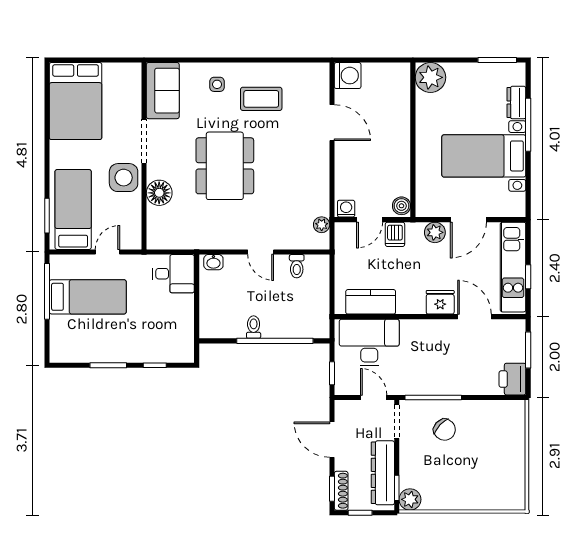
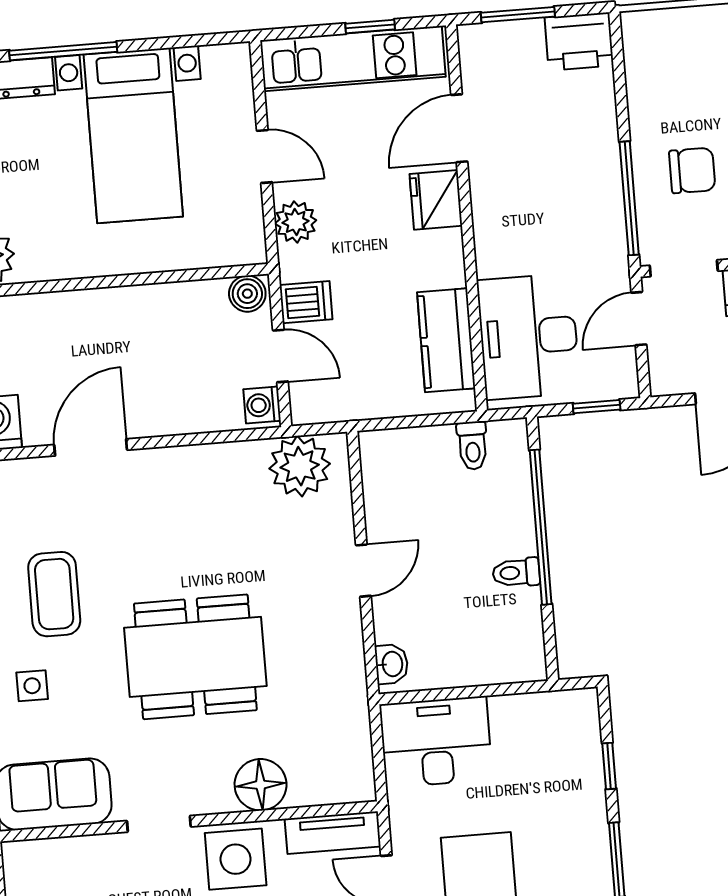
doorway: (144, 141) -> (159, 824), width x0.73
door: (468, 220) -> (264, 156), width x0.73
plant: (322, 225) -> (300, 466), width x1.87, depth x1.87
tv unit: (133, 226) -> (333, 833), added
toilet: (297, 266) -> (472, 446), moved, turned 90
desk: (173, 274) -> (436, 742), width x1.37
chair: (445, 430) -> (692, 170), turned 47

